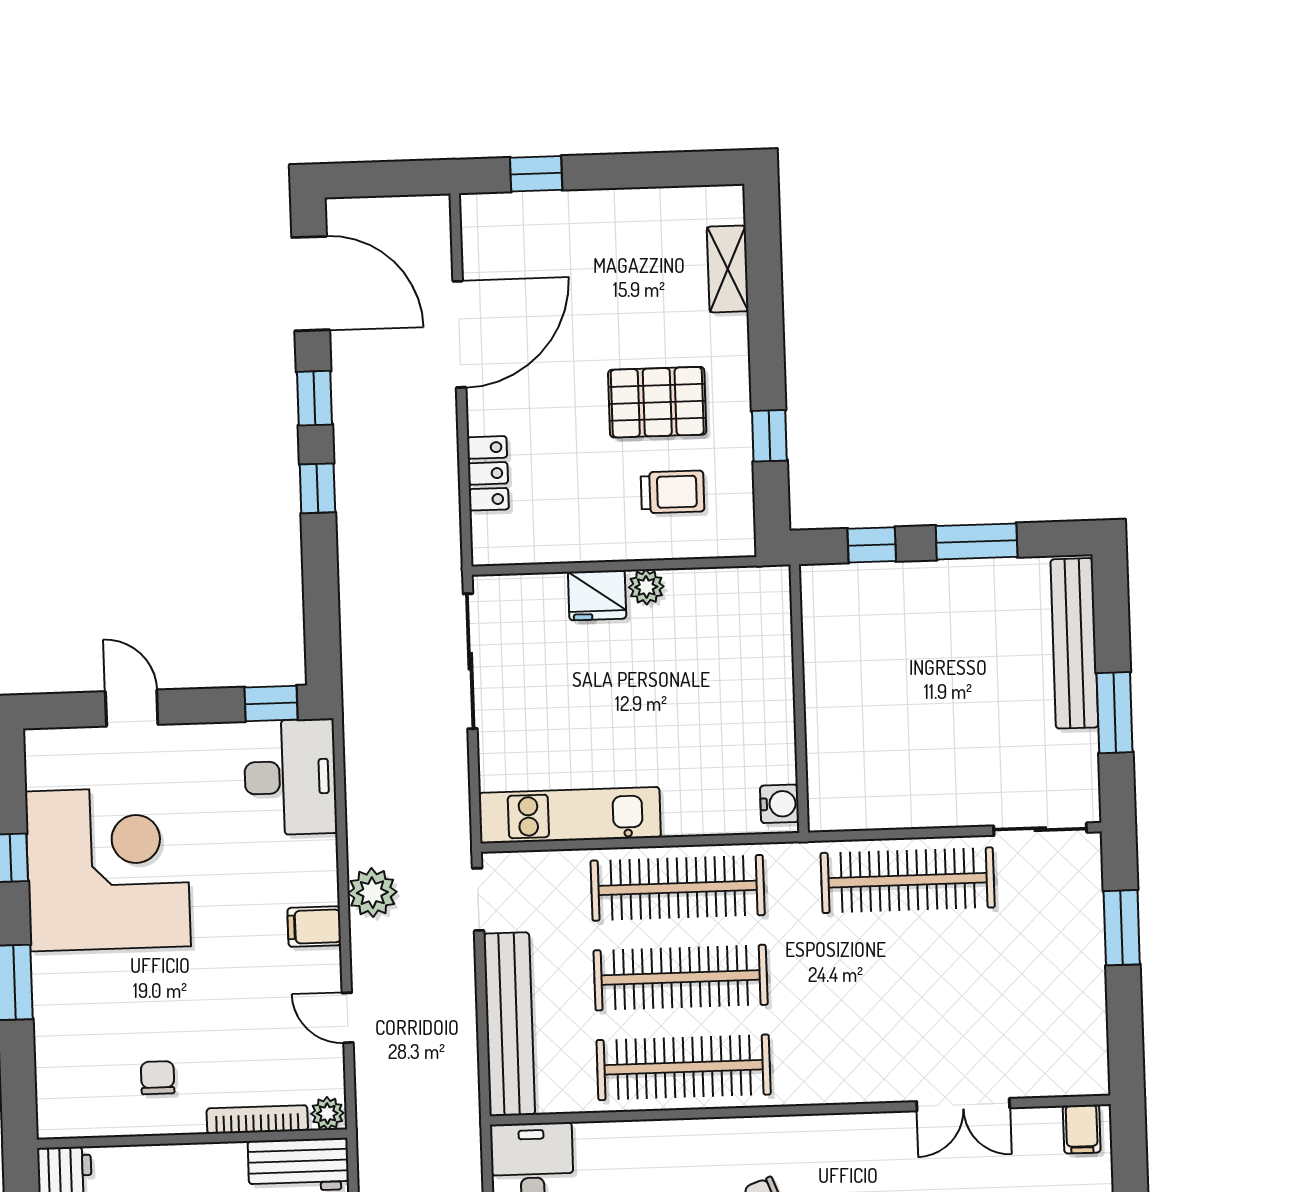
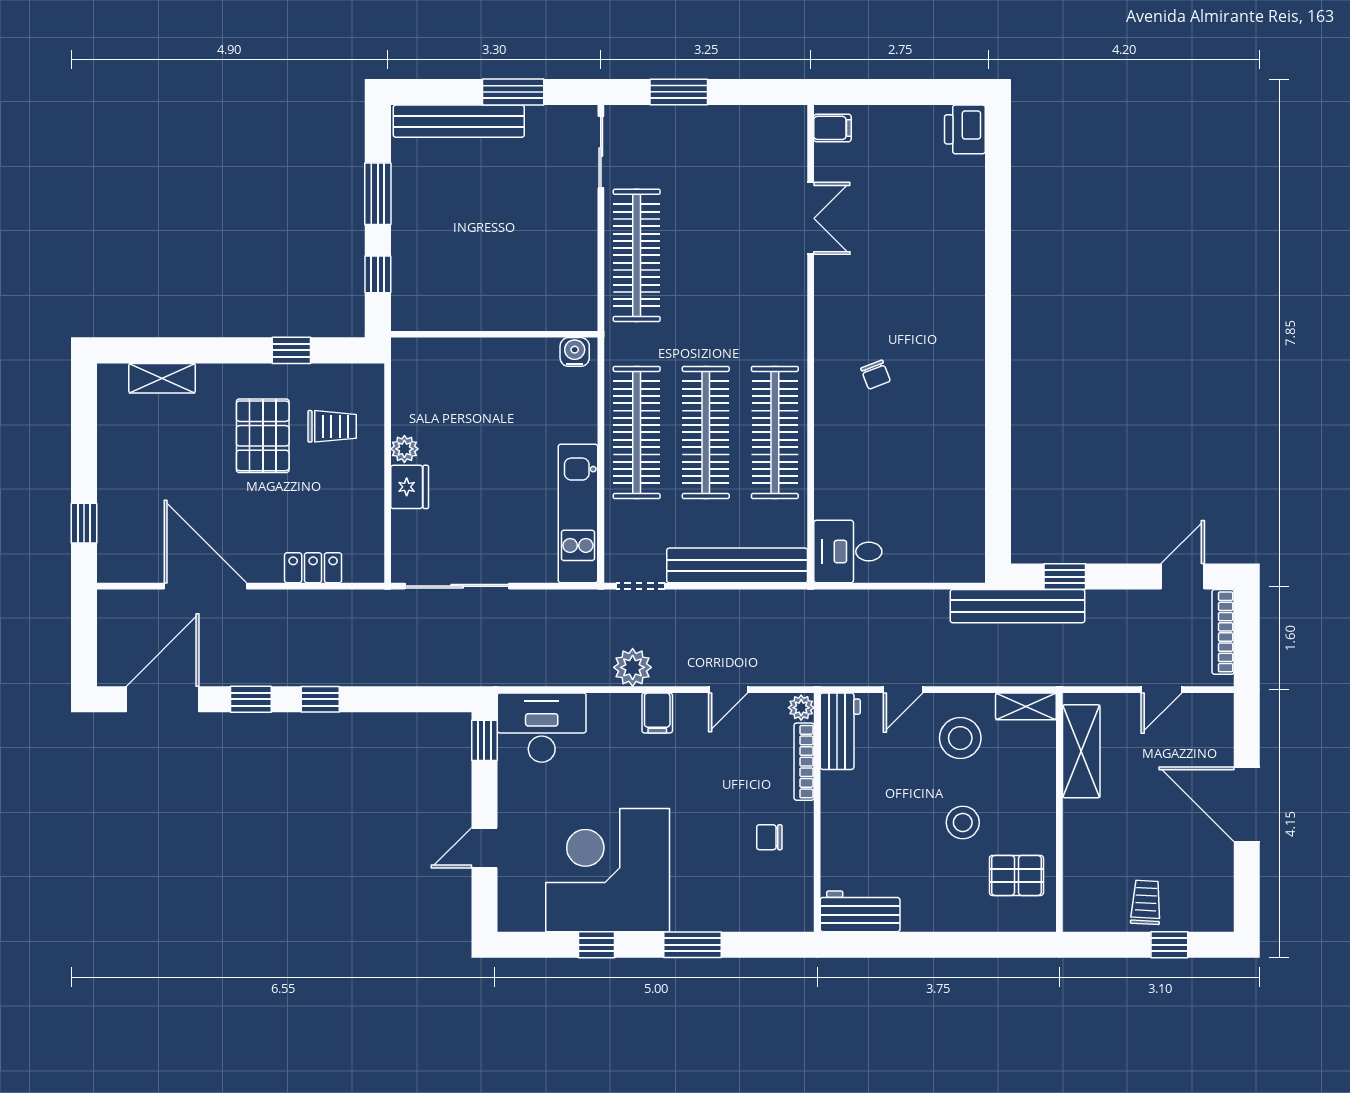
trolley: (672, 492) -> (332, 426), turned 90

